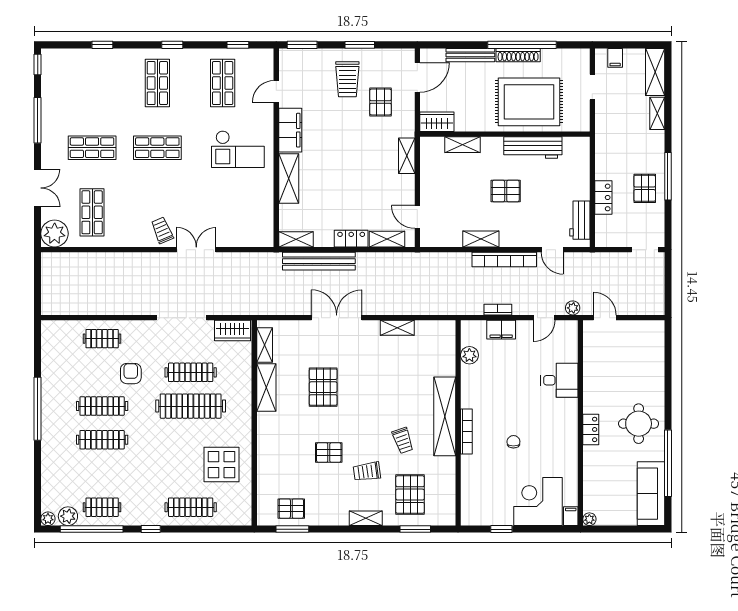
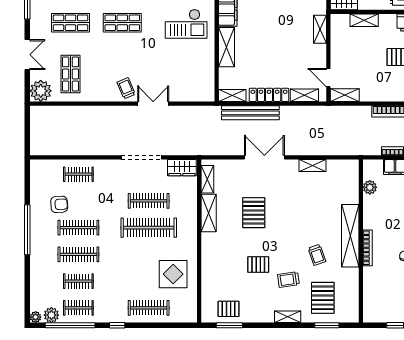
locker: (351, 239) -> (269, 95), width x1.53
shelving: (481, 239) -> (345, 95), moved
armchair: (131, 374) -> (59, 204), moved, turned 86
clothes rail: (102, 473) -> (78, 281), added

